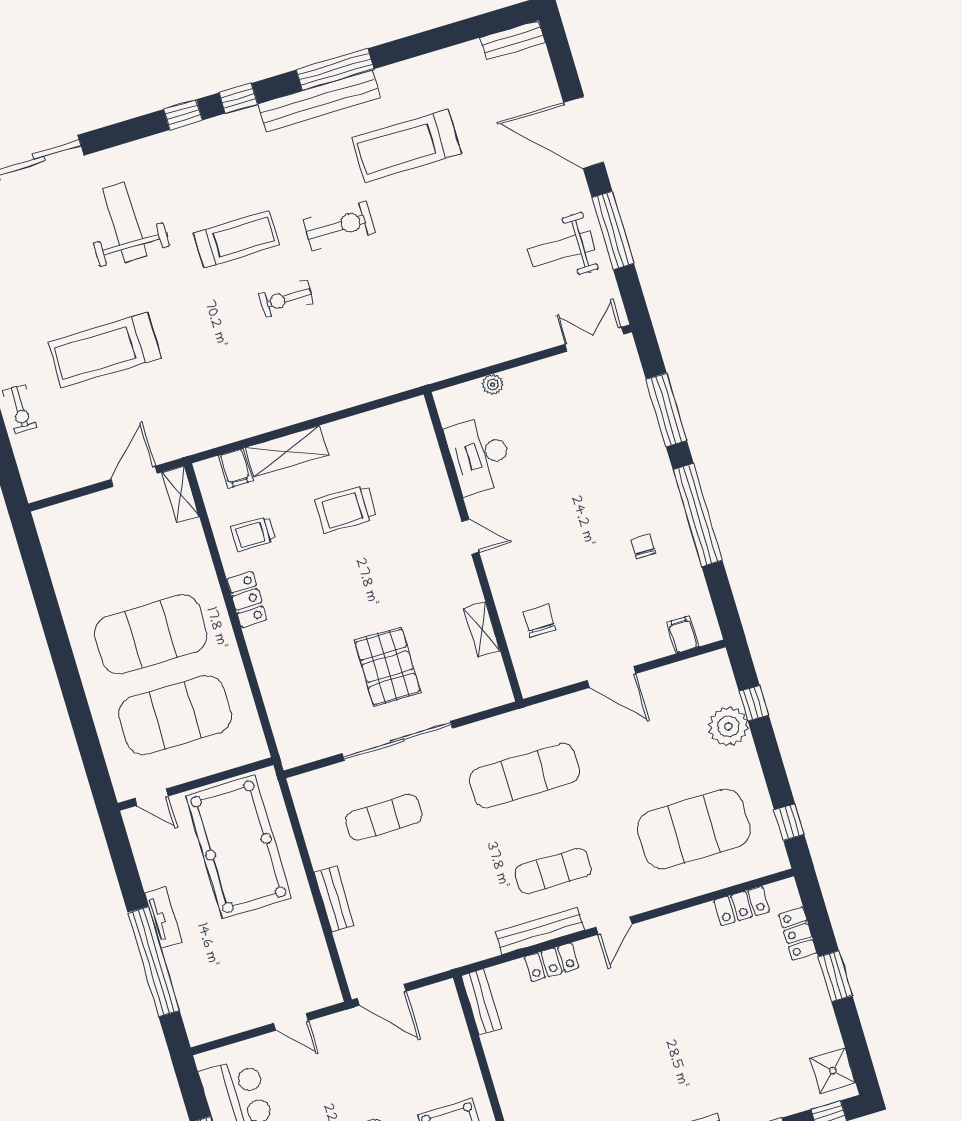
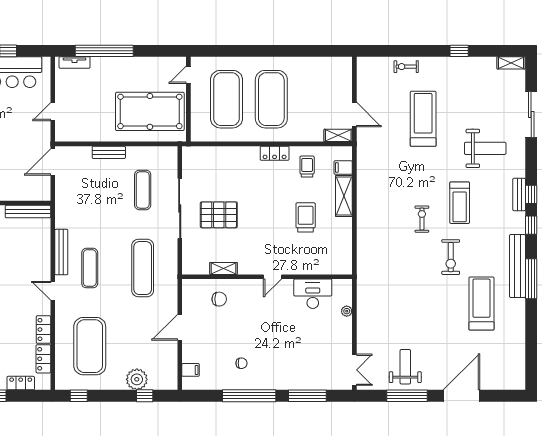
bench: (513, 40) -> (519, 194), moved
tv unit: (163, 918) -> (75, 62), moved
locker: (551, 962) -> (43, 329), moved
bench: (481, 1002) -> (28, 212), width x1.36

